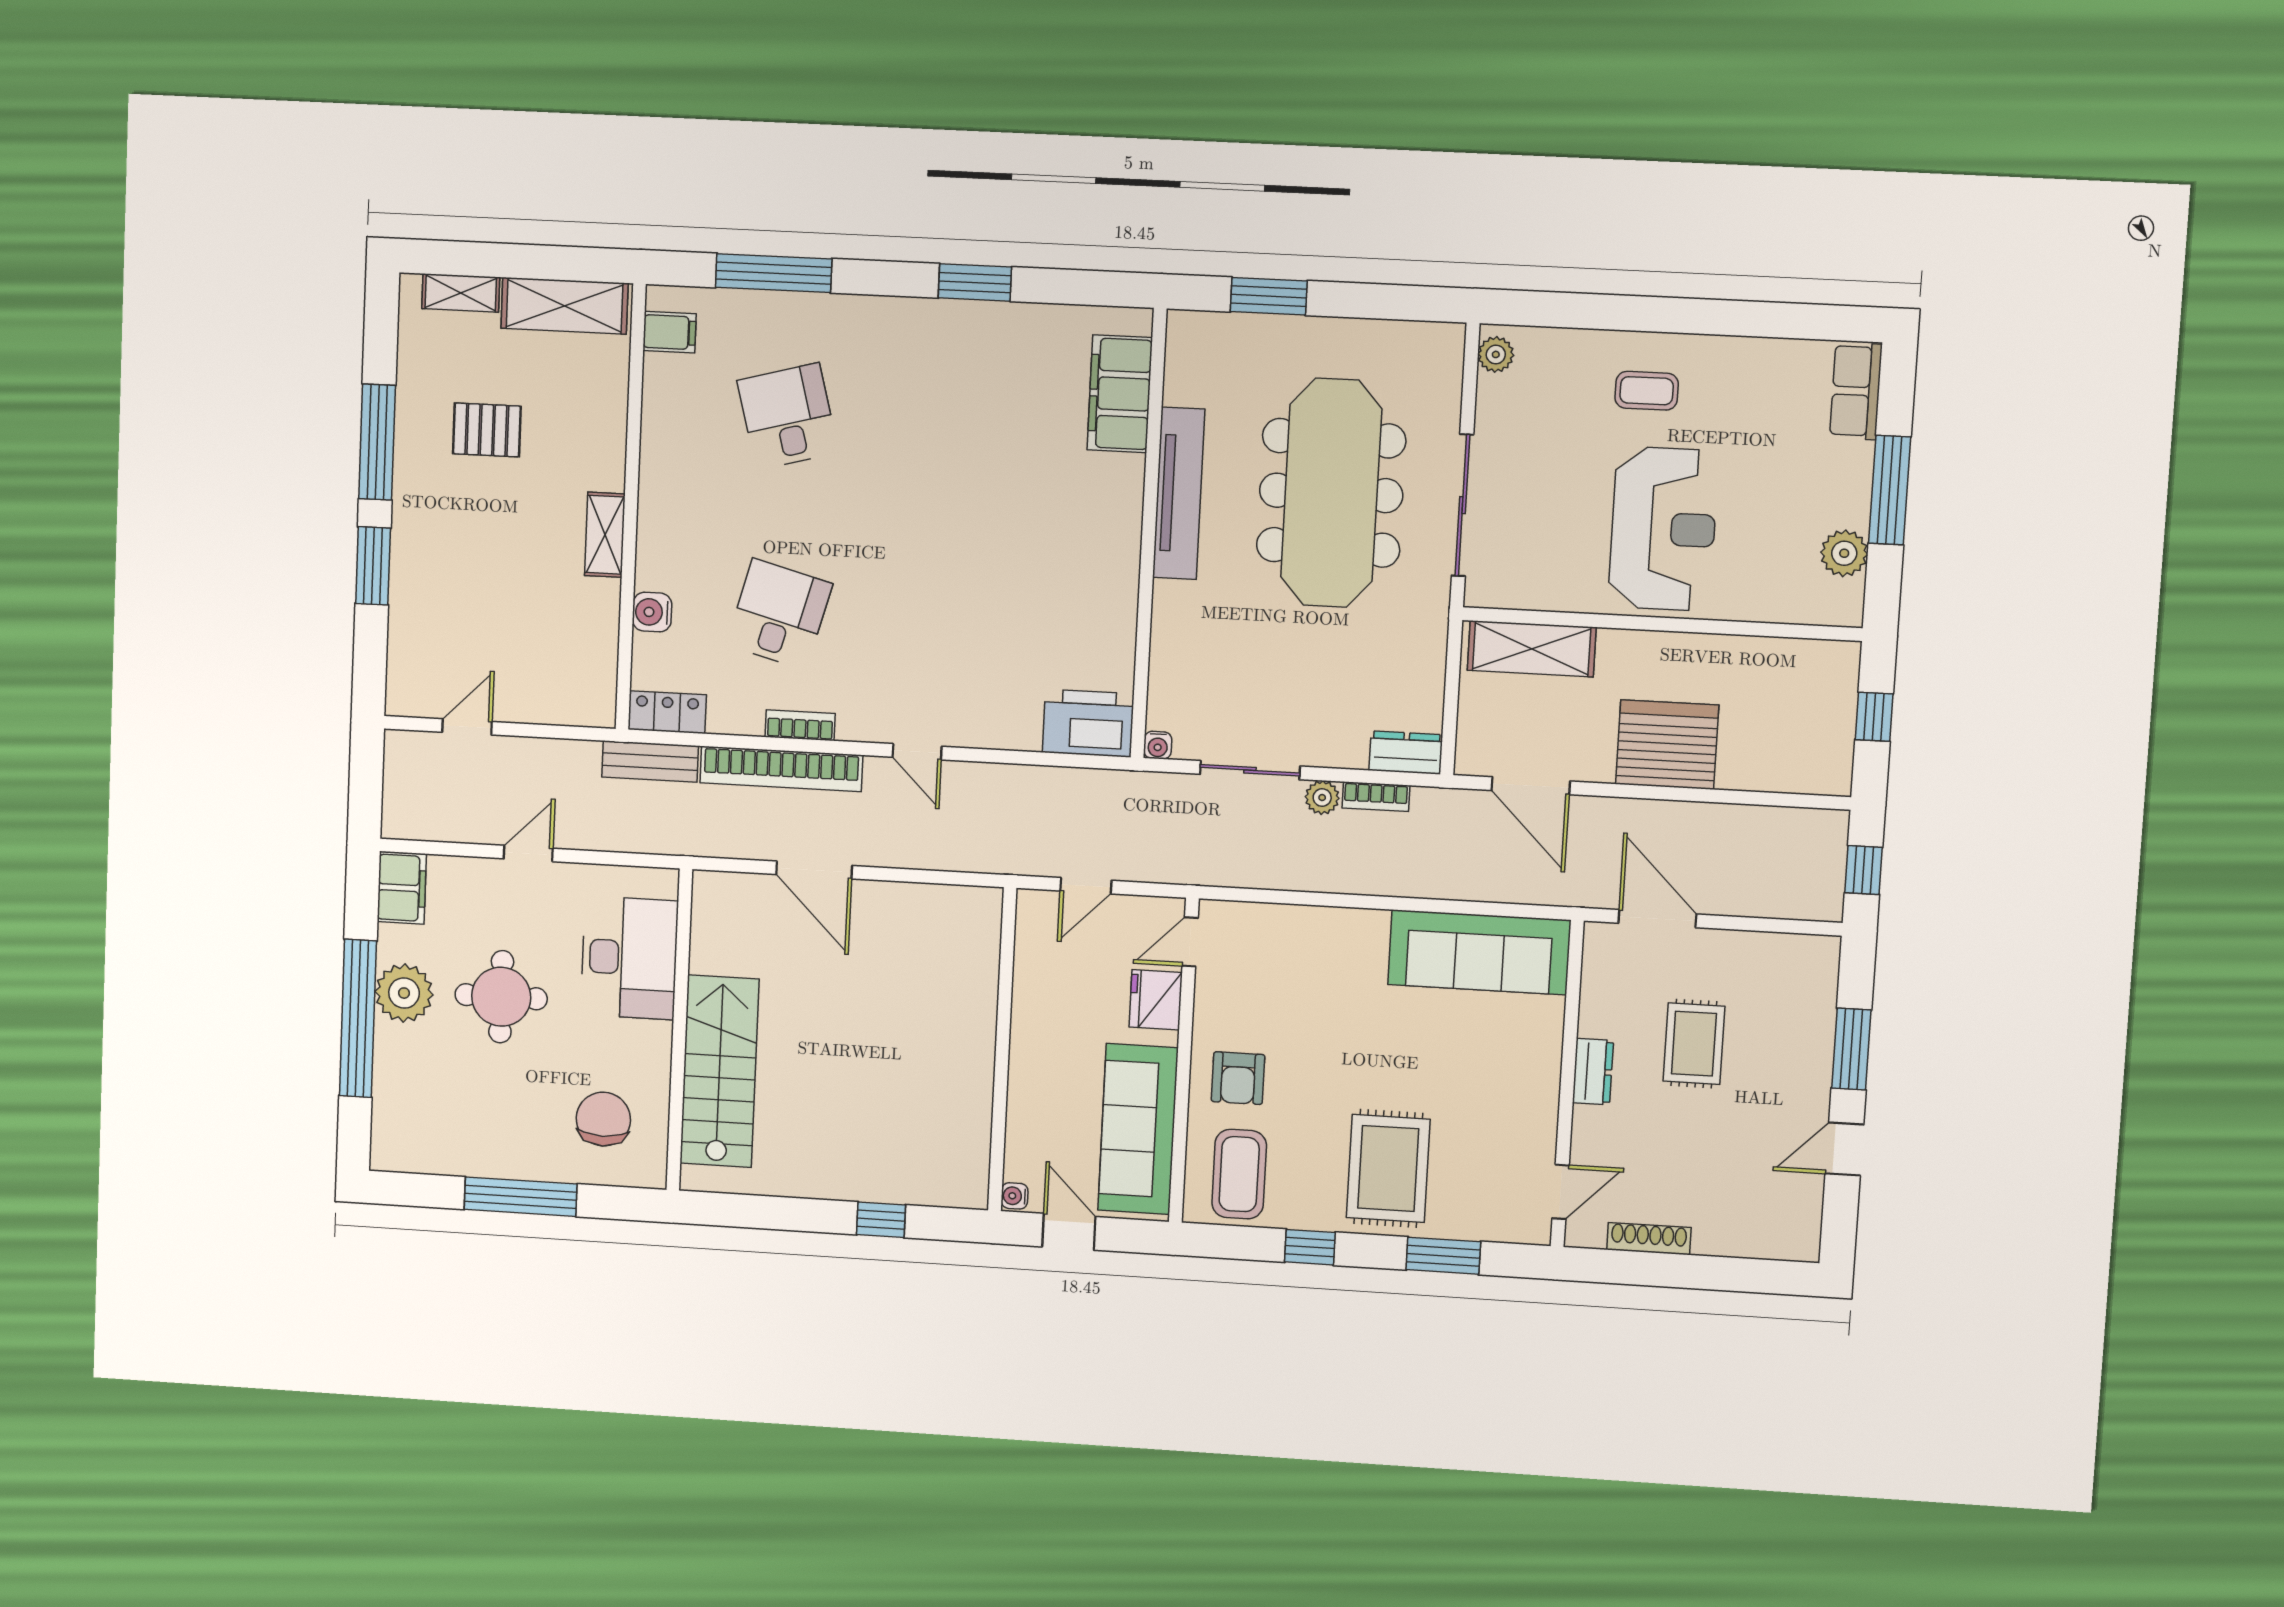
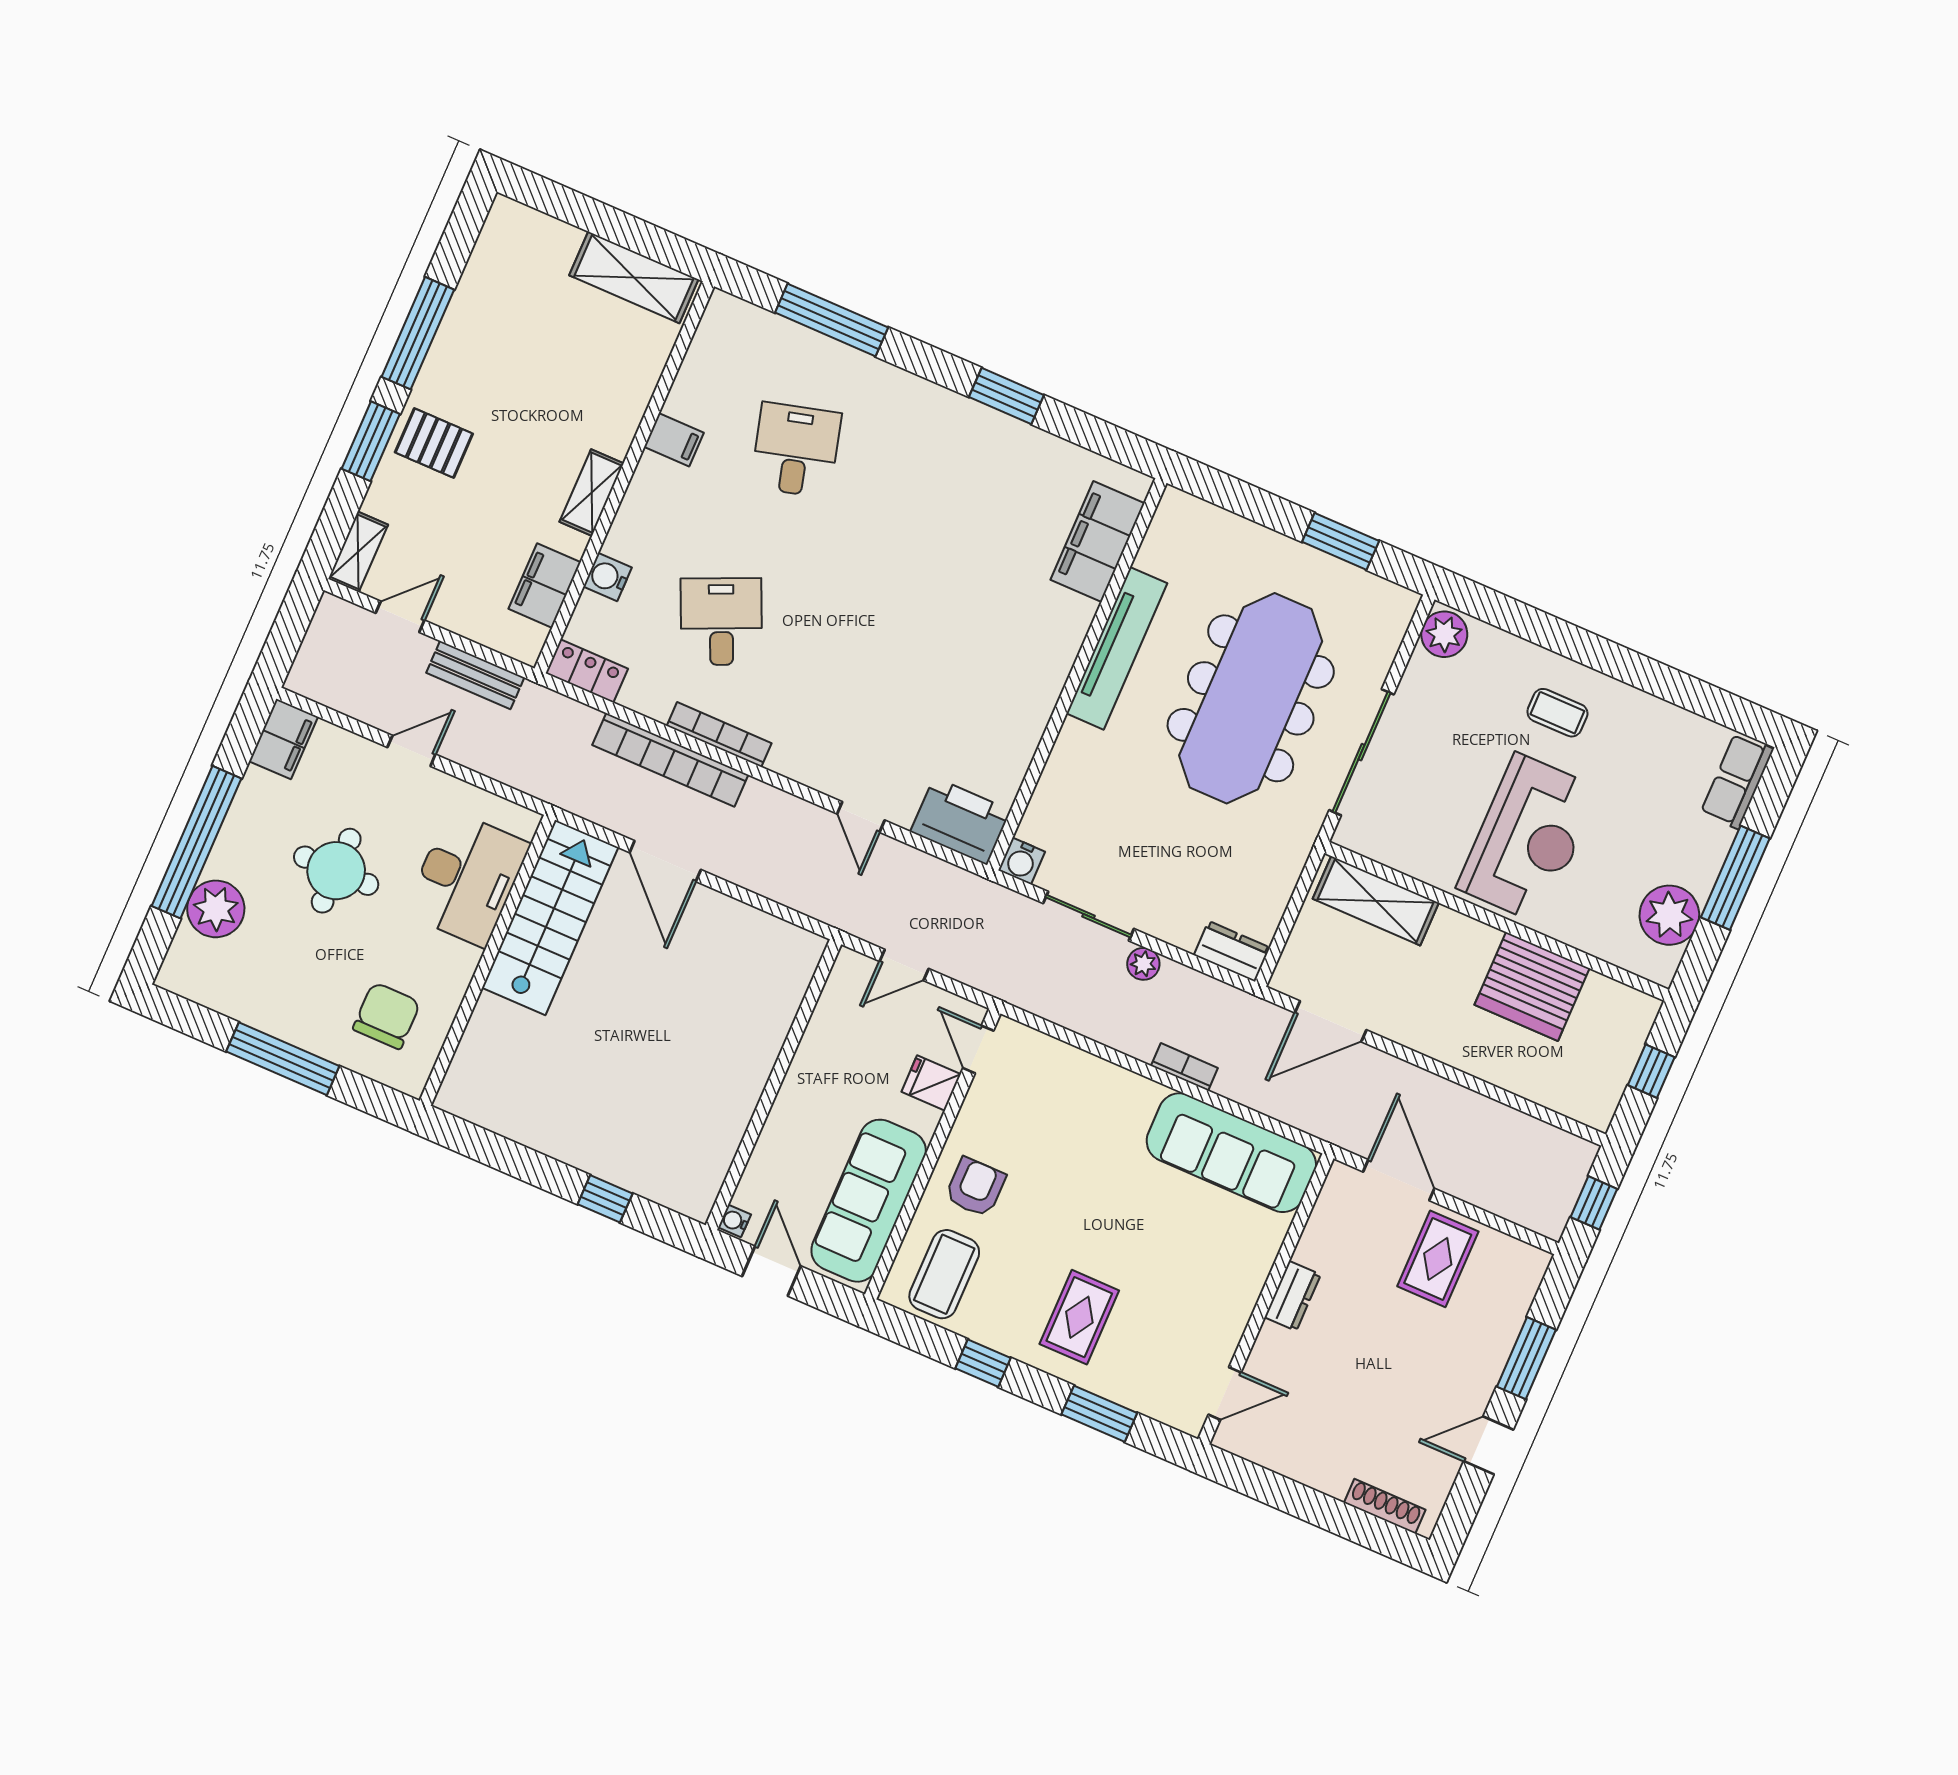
shelving: (461, 293) -> (358, 552), moved, turned 90
window: (1269, 296) -> (1341, 541), moved
filing cabinet: (670, 332) -> (674, 440), moved
plant: (1496, 354) -> (1444, 634), width x1.38, depth x1.38
pallet: (487, 430) -> (434, 443), moved
plant: (1844, 553) -> (1669, 915), width x1.36, depth x1.36
desk: (779, 614) -> (721, 622), turned -39
filing cabinet: (594, 644) -> (545, 586), added
bookcase: (800, 725) -> (719, 735), width x1.56
water cooler: (1158, 745) -> (1022, 861), width x1.38, depth x1.38
server rack: (1667, 745) -> (1532, 987), moved, turned 180
door: (917, 752) -> (861, 817), moved
bench: (650, 762) -> (475, 675), moved
door: (1531, 786) -> (1331, 1021), hinge flipped
bookcase: (1376, 797) -> (1184, 1067), moved, turned 180
door: (1190, 942) -> (978, 1049), hinge flipped
plant: (404, 993) -> (216, 909), moved
fridge: (1156, 1000) -> (931, 1083), width x0.72
rug: (1694, 1044) -> (1438, 1259), moved
stairs: (719, 1071) -> (550, 918), moved
armchair: (1238, 1078) -> (975, 1187), turned 180
rug: (1388, 1168) -> (1079, 1317), width x0.73, depth x0.70
shoe rack: (1649, 1239) -> (1385, 1506), moved

